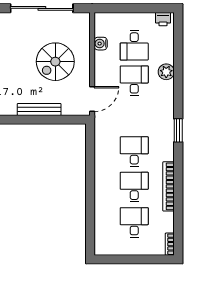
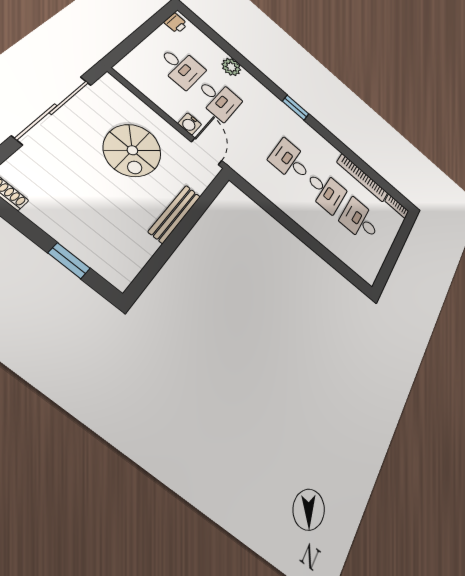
water cooler: (101, 44) -> (190, 124), moved
desk: (134, 81) -> (218, 99), turned 180
bookcase: (169, 186) -> (362, 178), moved
desk: (134, 187) -> (326, 191), turned 180

